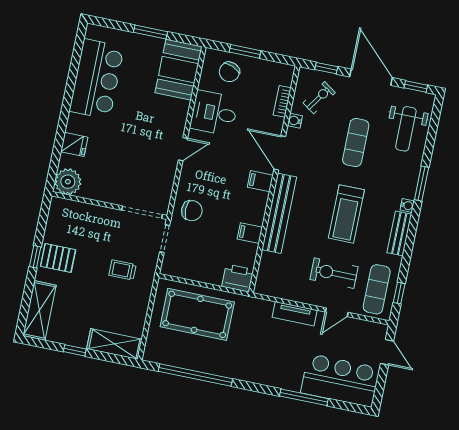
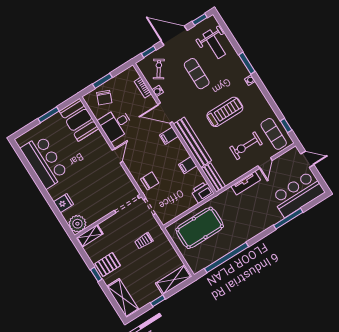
shelving: (68, 208) -> (90, 236), added
treadmill: (346, 214) -> (225, 112), turned -90
bench: (399, 233) -> (213, 177), moved

